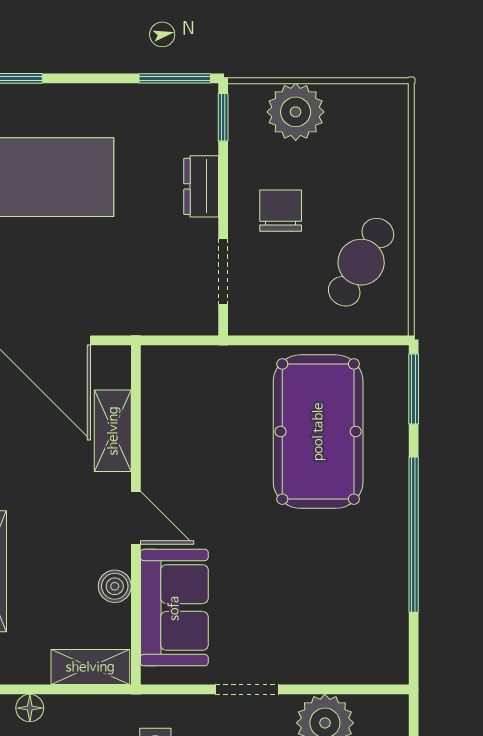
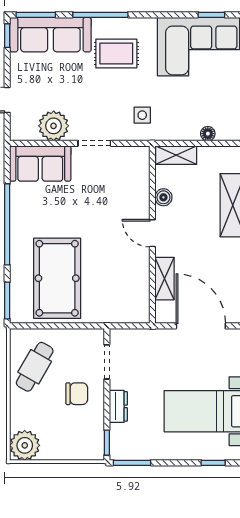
plant: (296, 112) -> (25, 445), moved
chair: (281, 211) -> (77, 394), turned -90
sofa: (174, 608) -> (40, 164), moved, turned -90

